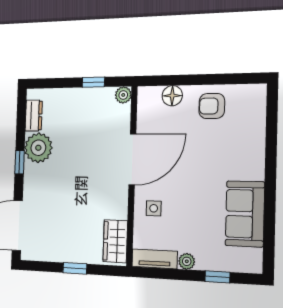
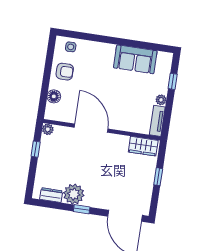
armchair: (212, 106) -> (65, 72), turned -90
side table: (154, 208) -> (71, 47), moved

